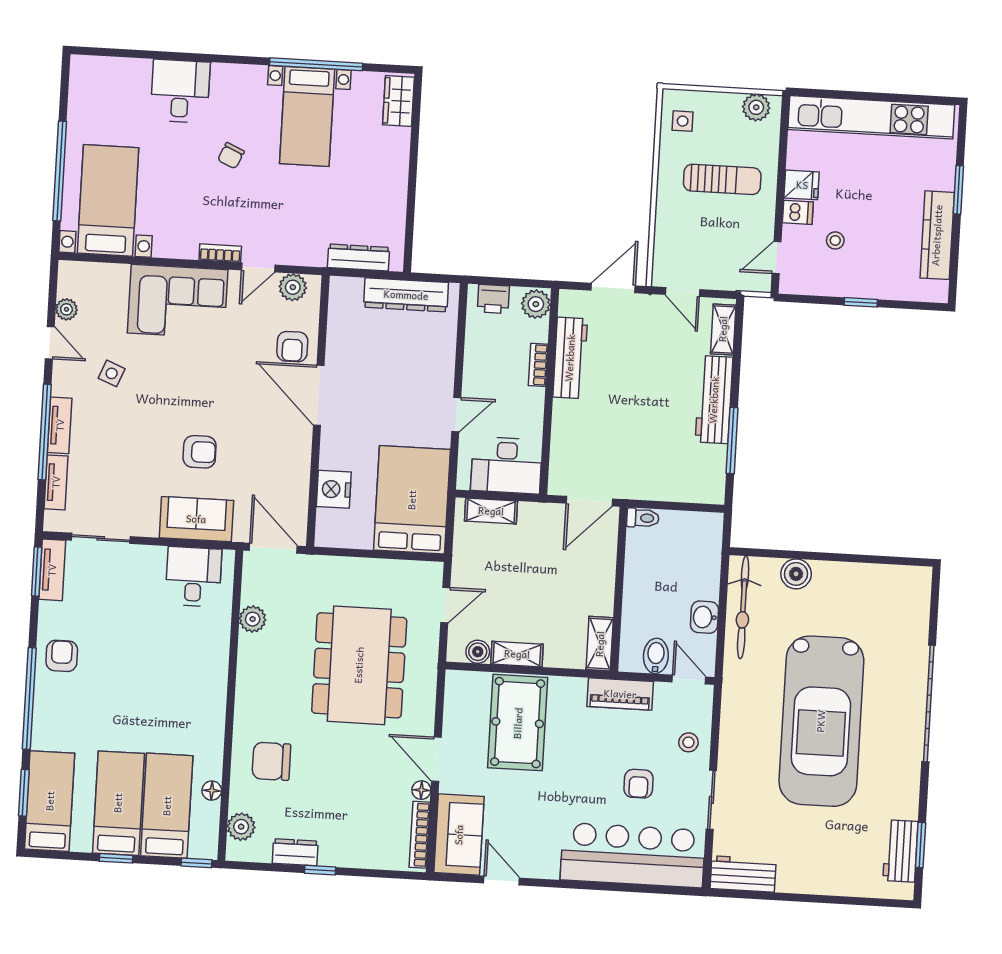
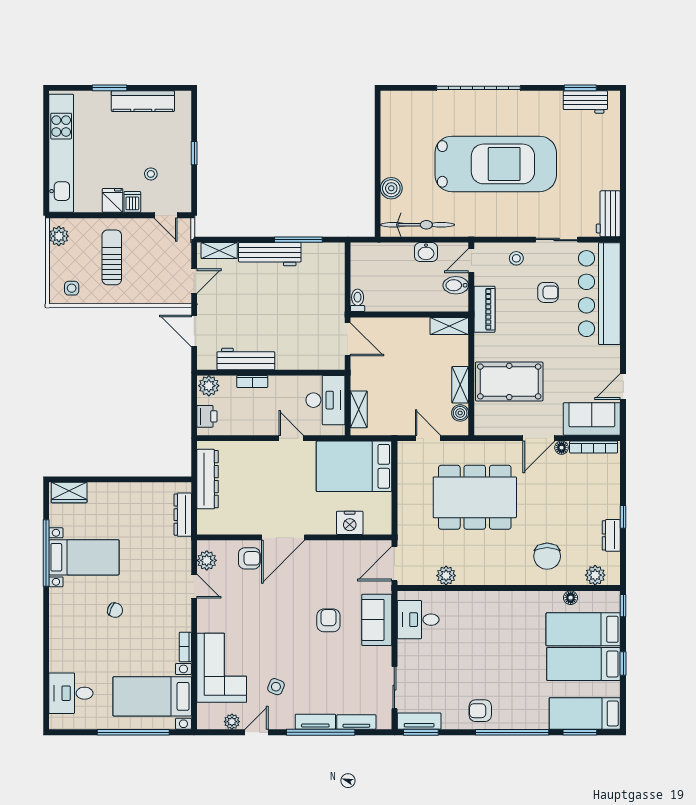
desk: (180, 91) -> (71, 693), moved
bookcase: (220, 253) -> (185, 647), moved
corner sofa: (178, 301) -> (222, 668), moved

